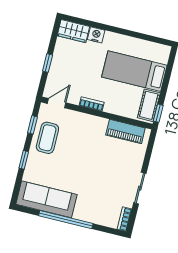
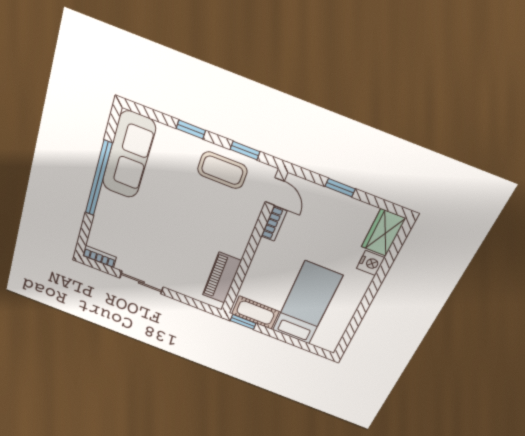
bookcase: (92, 104) -> (274, 224), moved

